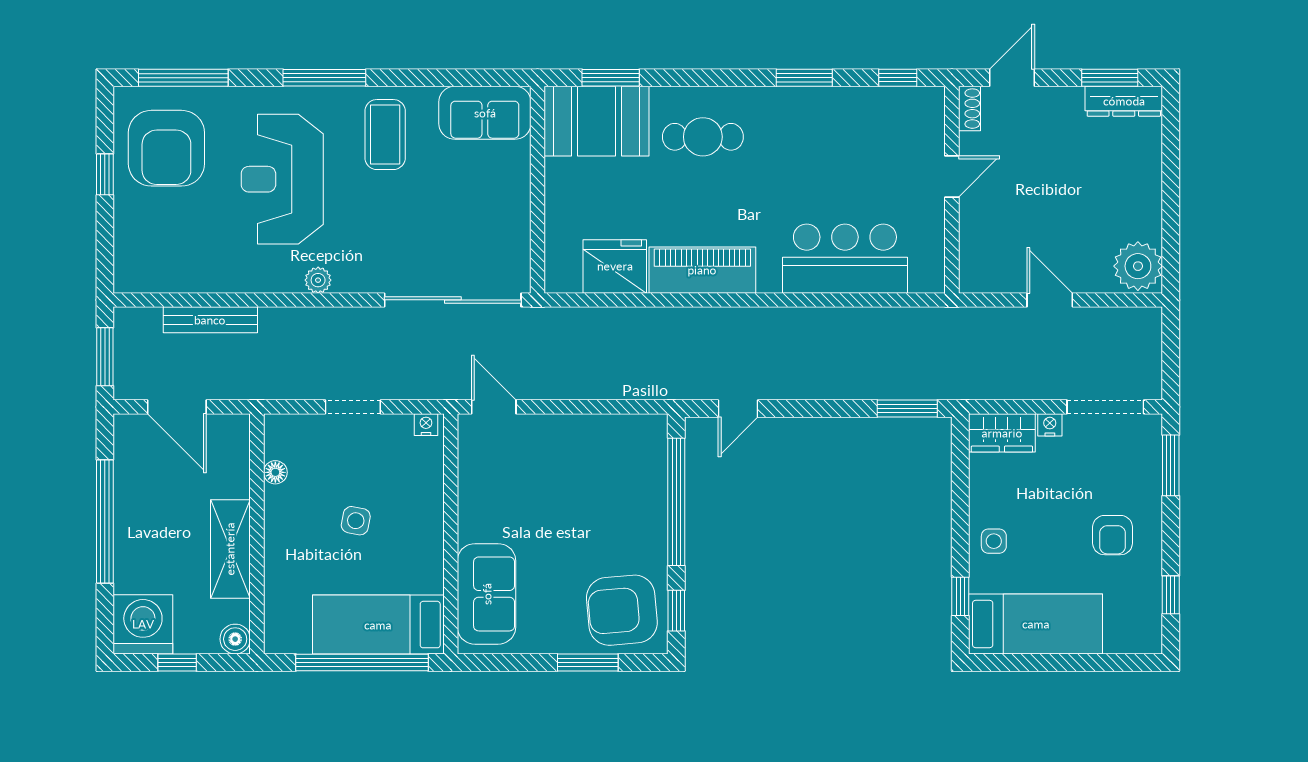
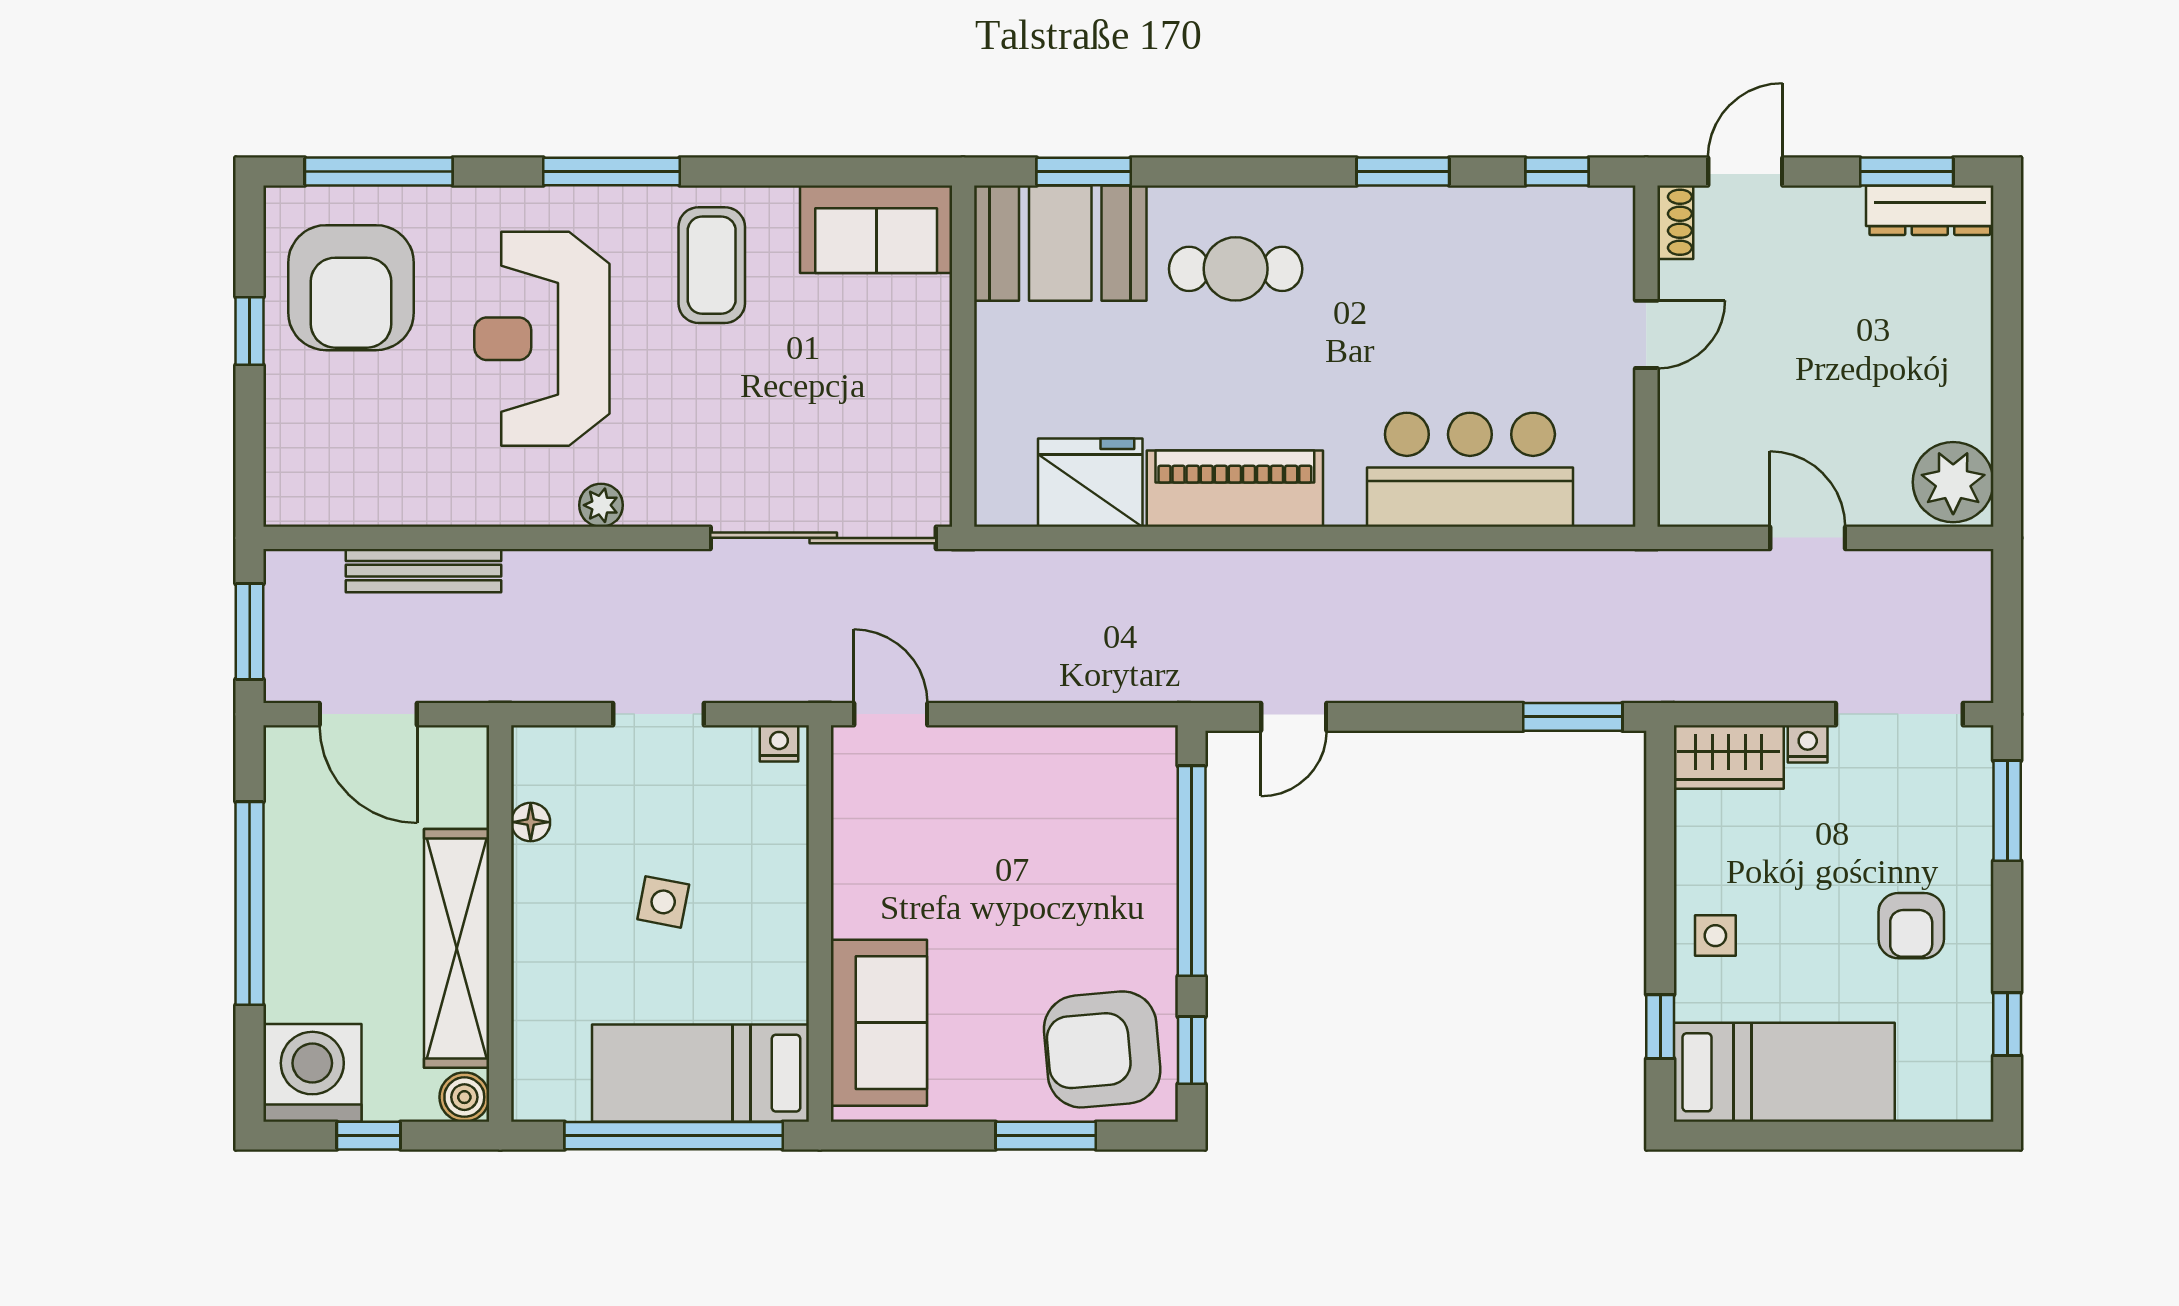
shelving: (230, 549) -> (457, 948), width x1.47

